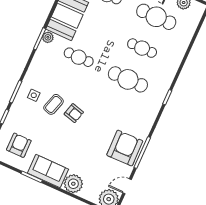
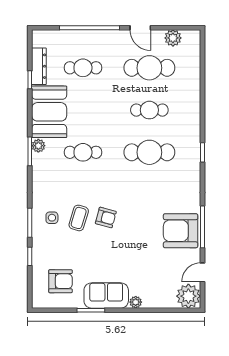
armchair: (19, 145) -> (60, 281), turned 90
armchair: (125, 148) -> (181, 231), turned -89
plant: (73, 184) -> (136, 302), width x0.53, depth x0.53

